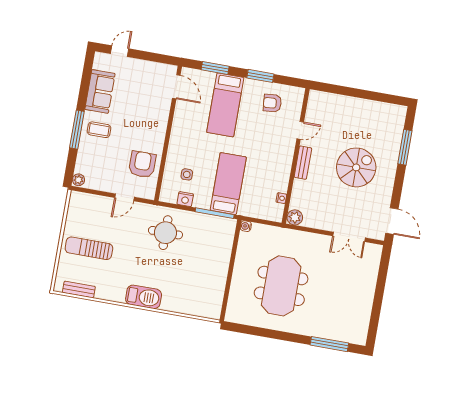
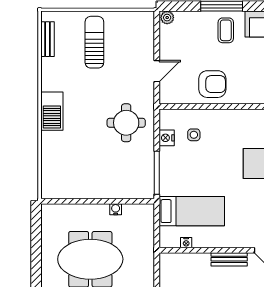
armchair: (142, 164) -> (212, 84), moved
bed: (228, 184) -> (192, 211), moved
door: (125, 197) -> (157, 71), swing flipped
plant: (295, 217) -> (168, 261), removed
water cooler: (246, 226) -> (116, 209), moved

